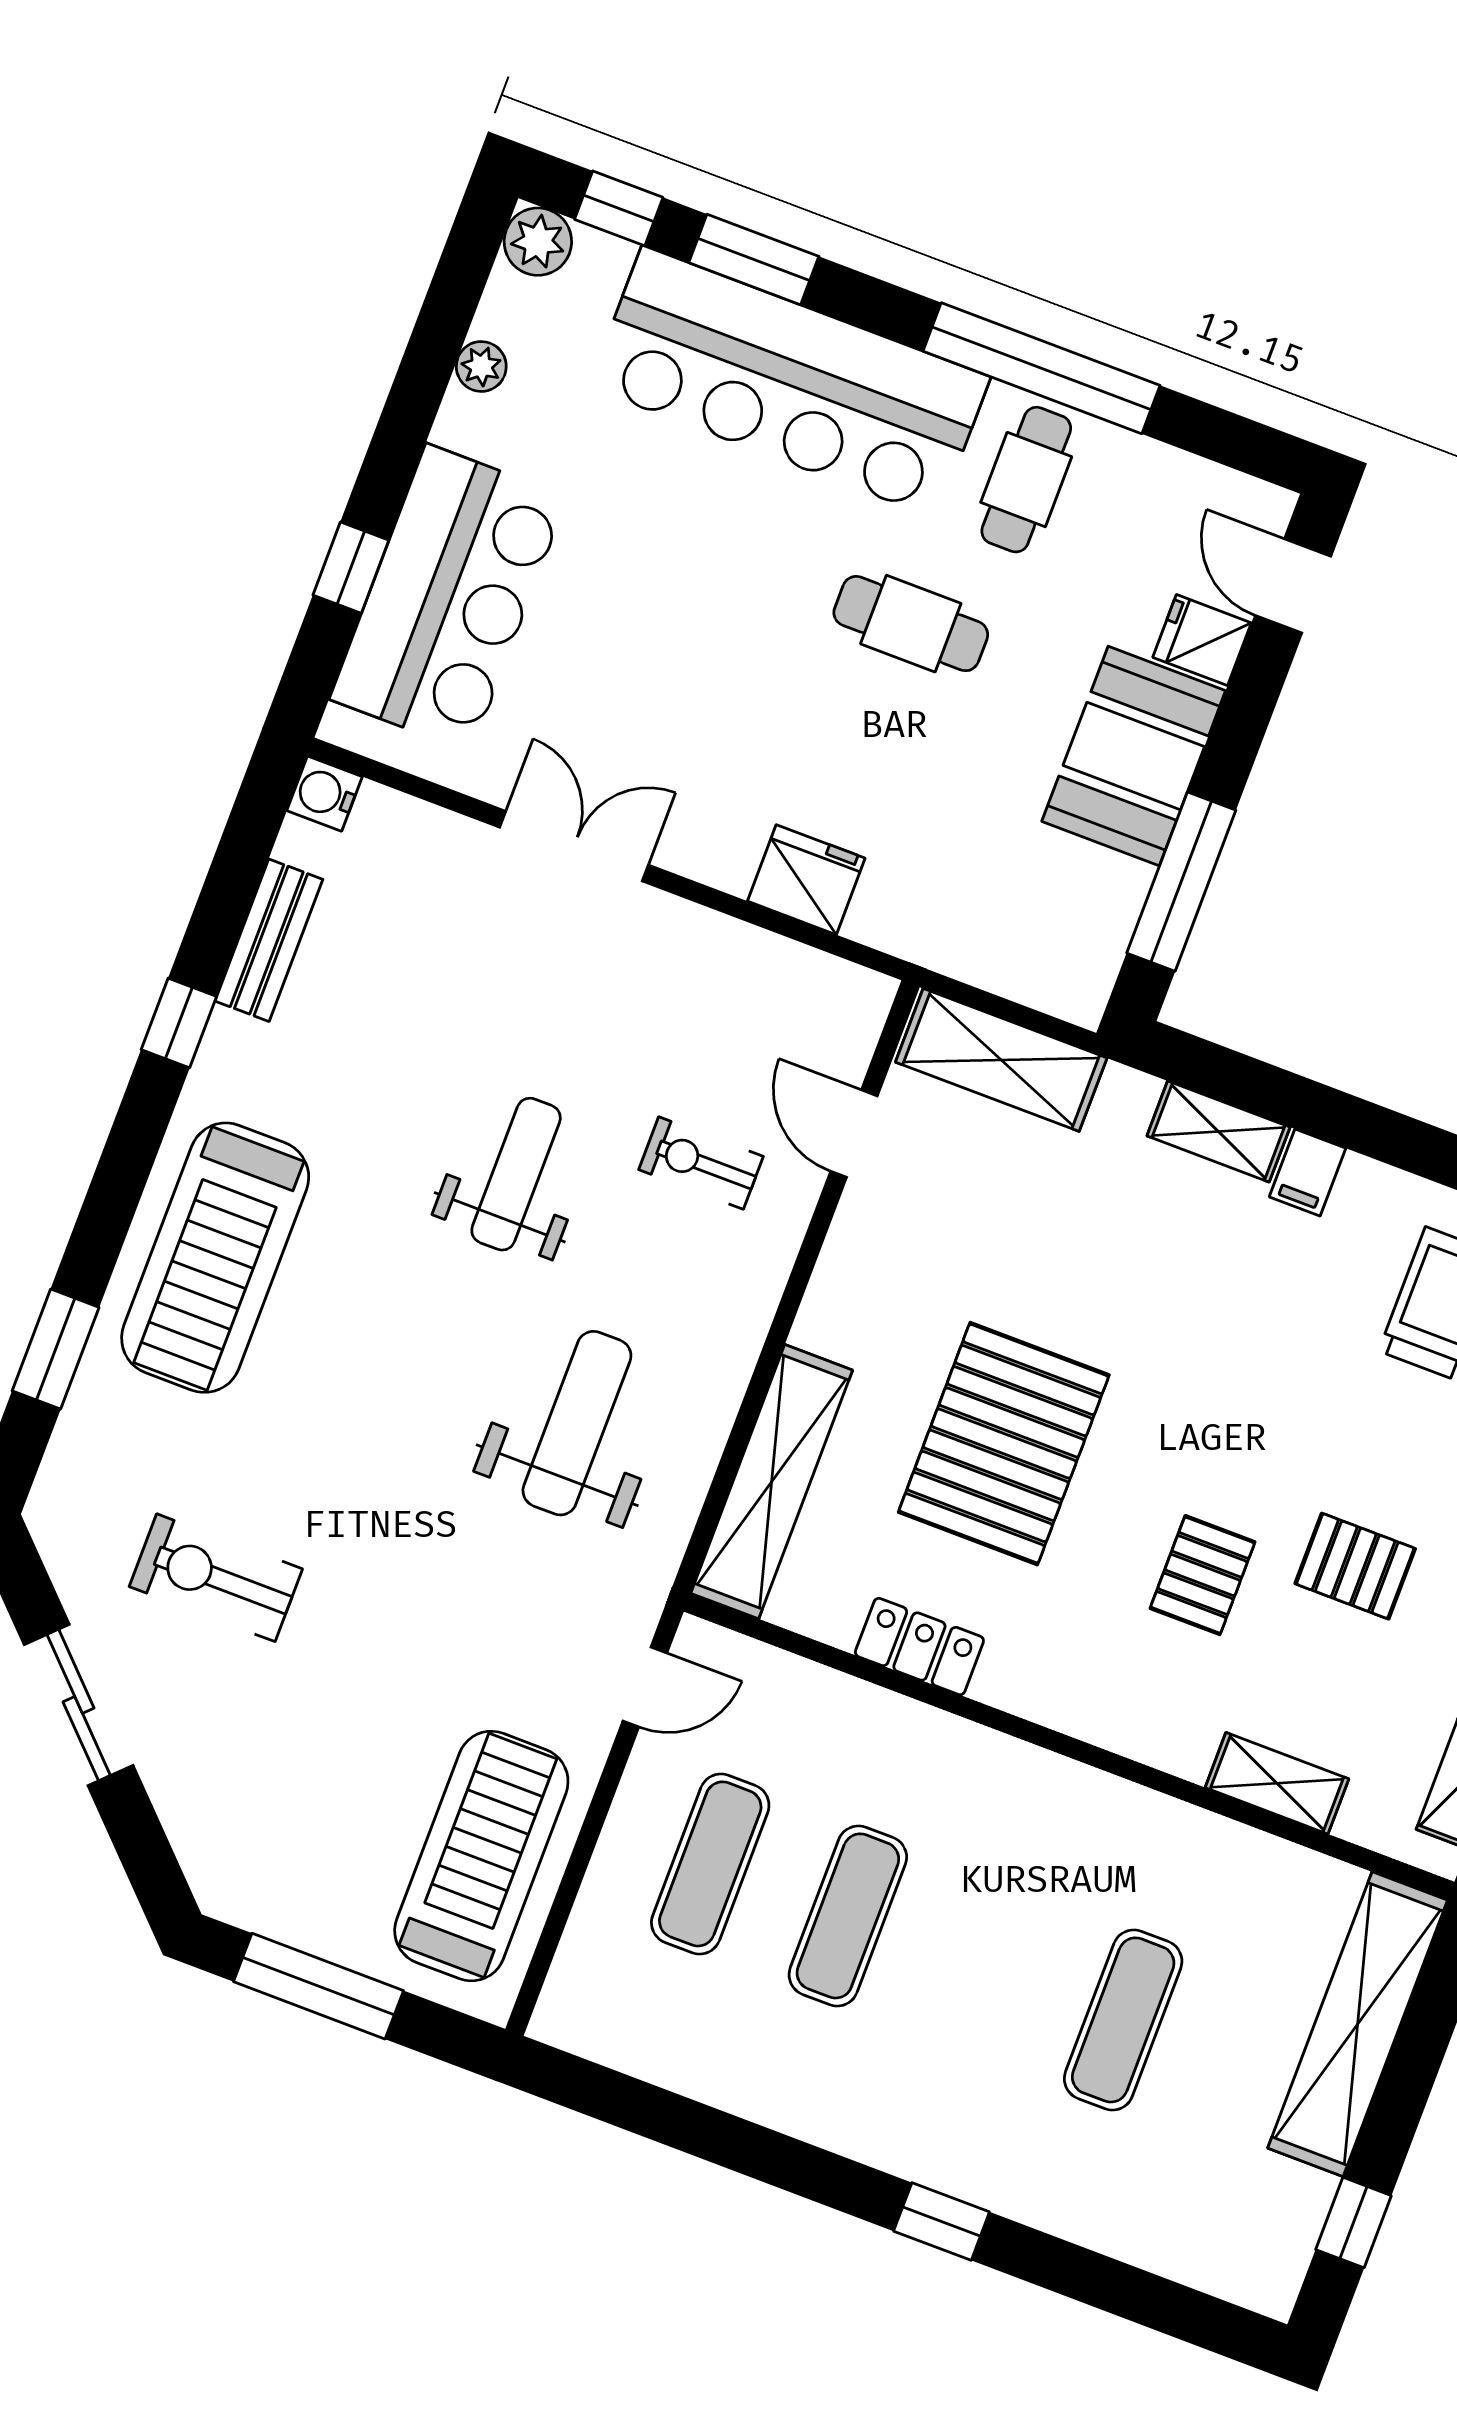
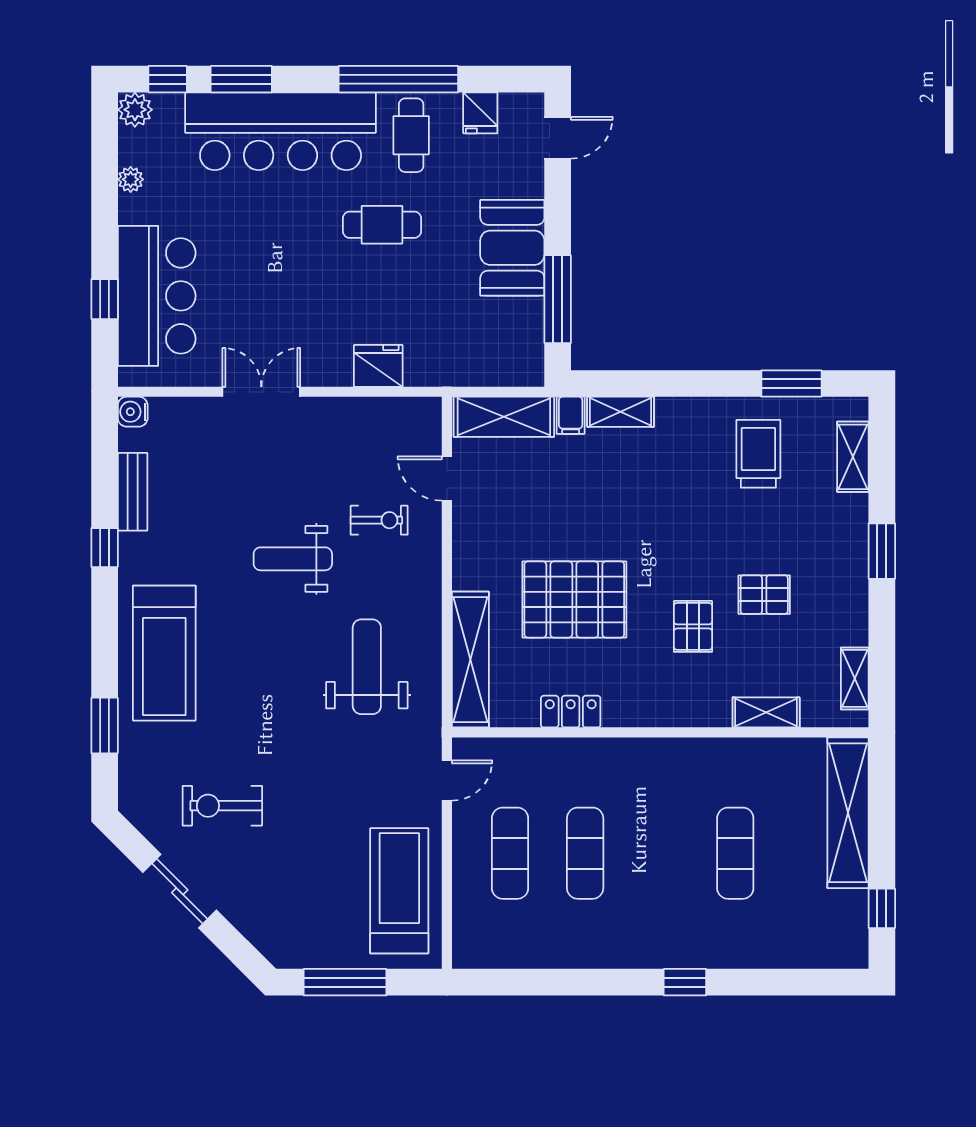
door: (1293, 586) -> (558, 138), swing flipped
fridge: (1202, 640) -> (480, 113), moved, turned -90
exercise bike: (701, 1163) -> (379, 520), turned 180
filing cabinet: (1308, 1173) -> (571, 415), moved
weight bench: (516, 1174) -> (293, 559), turned -90
pallet: (1004, 1444) -> (574, 600), turned 90

